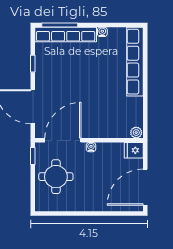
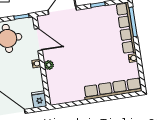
plant: (136, 133) -> (49, 65), moved
door: (63, 140) -> (38, 40), width x0.73

